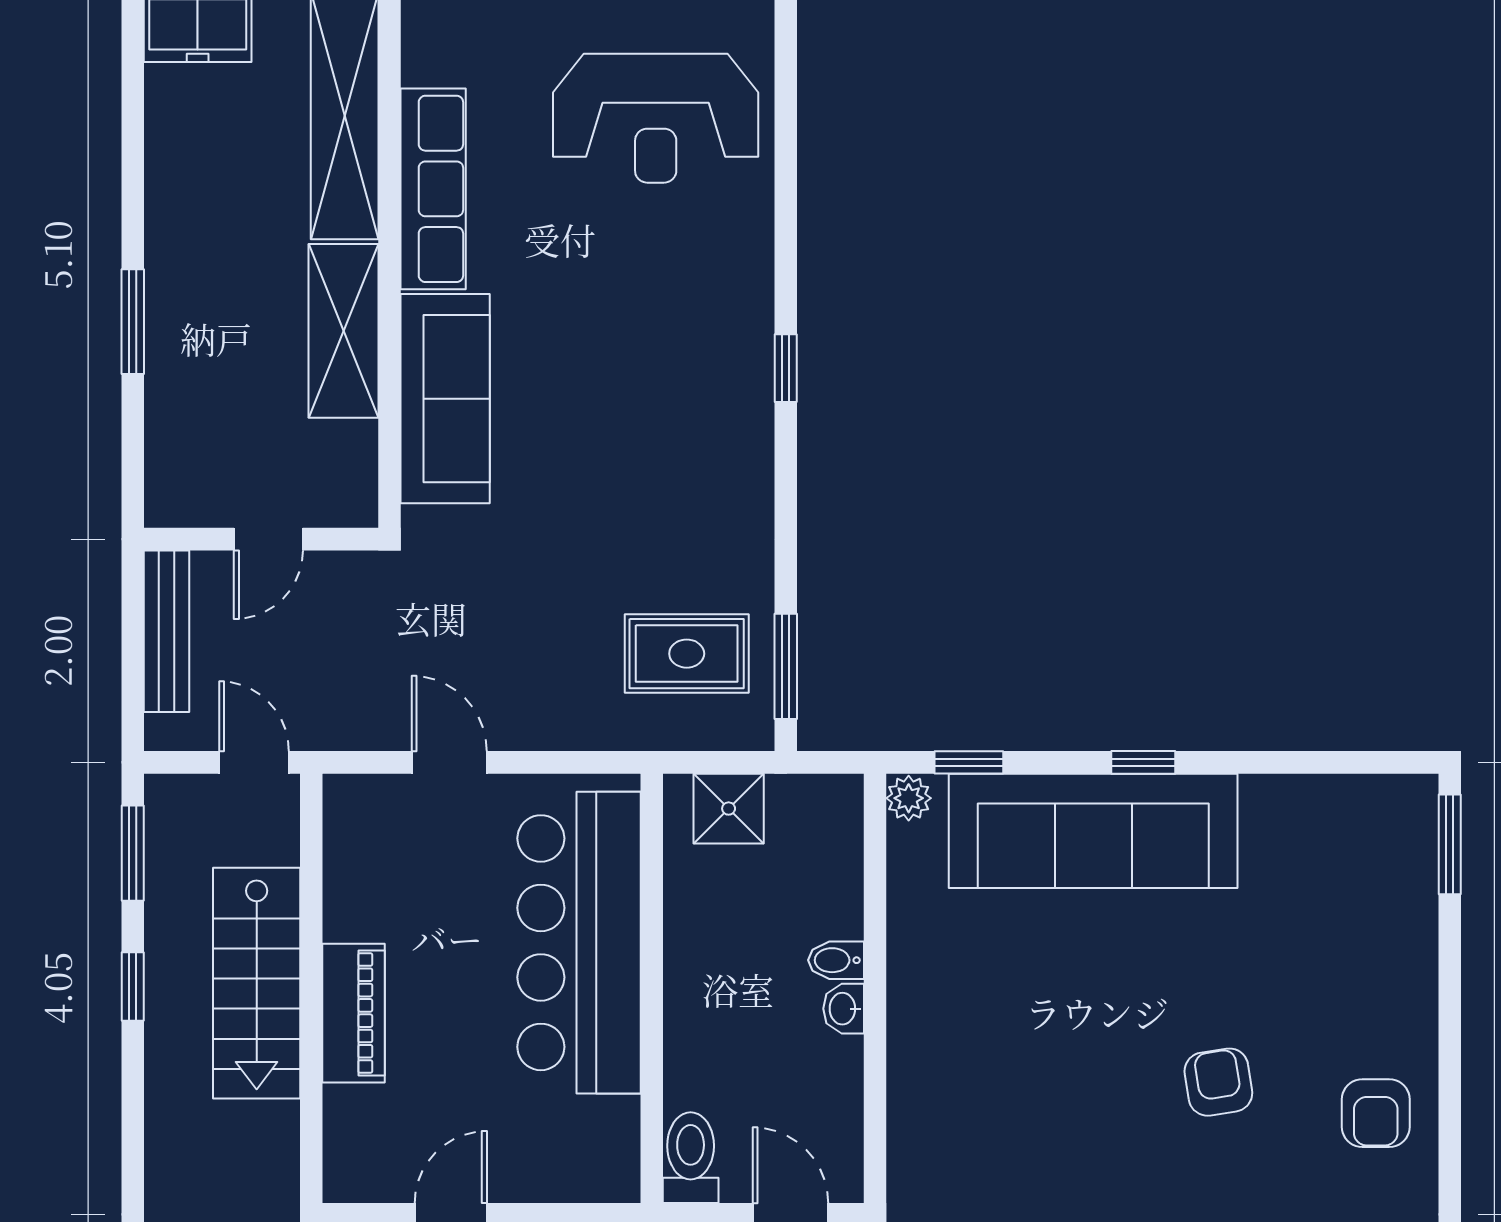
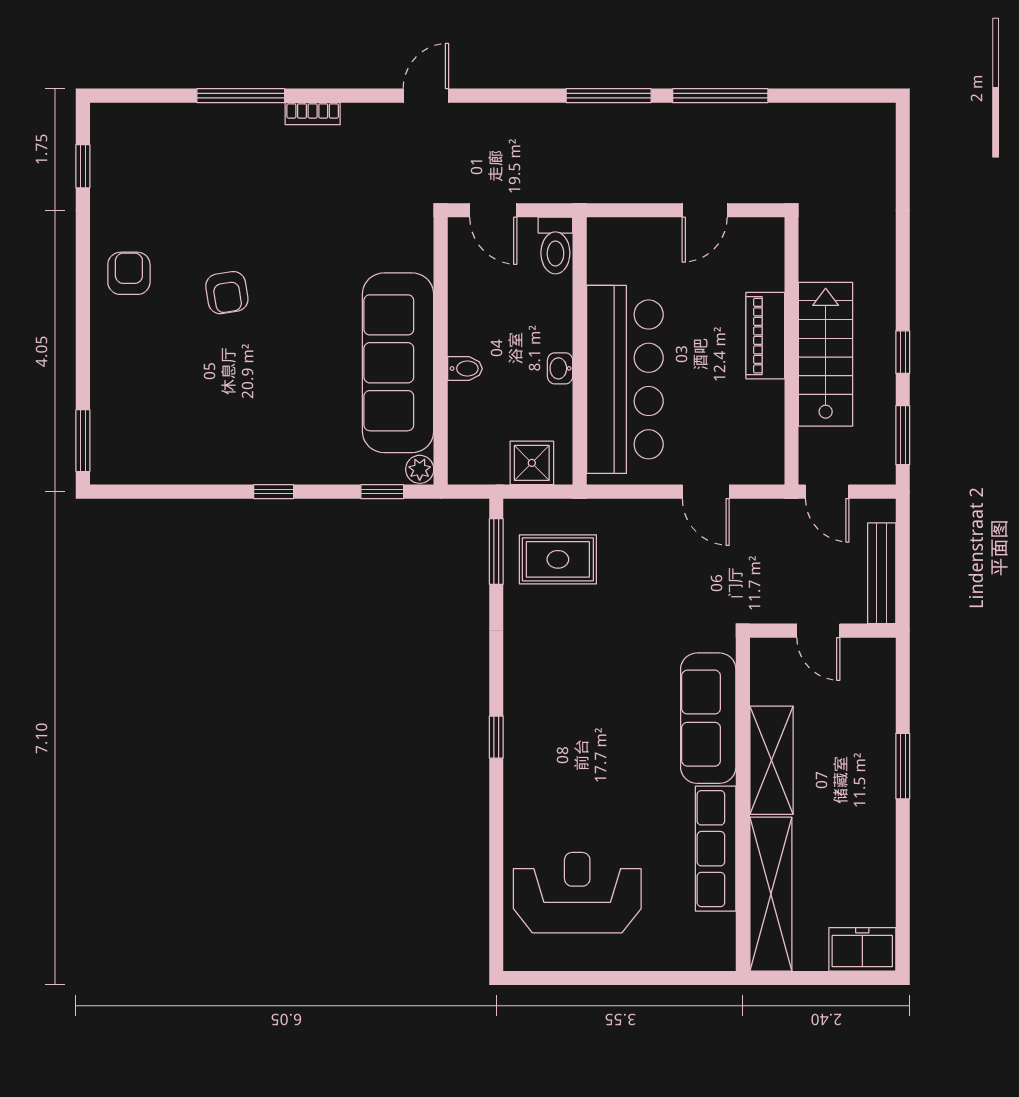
door: (268, 539) -> (818, 631), swing flipped
sofa: (1093, 831) -> (398, 363), moved, turned -90
washbasin: (844, 1009) -> (560, 368), moved, turned 180

